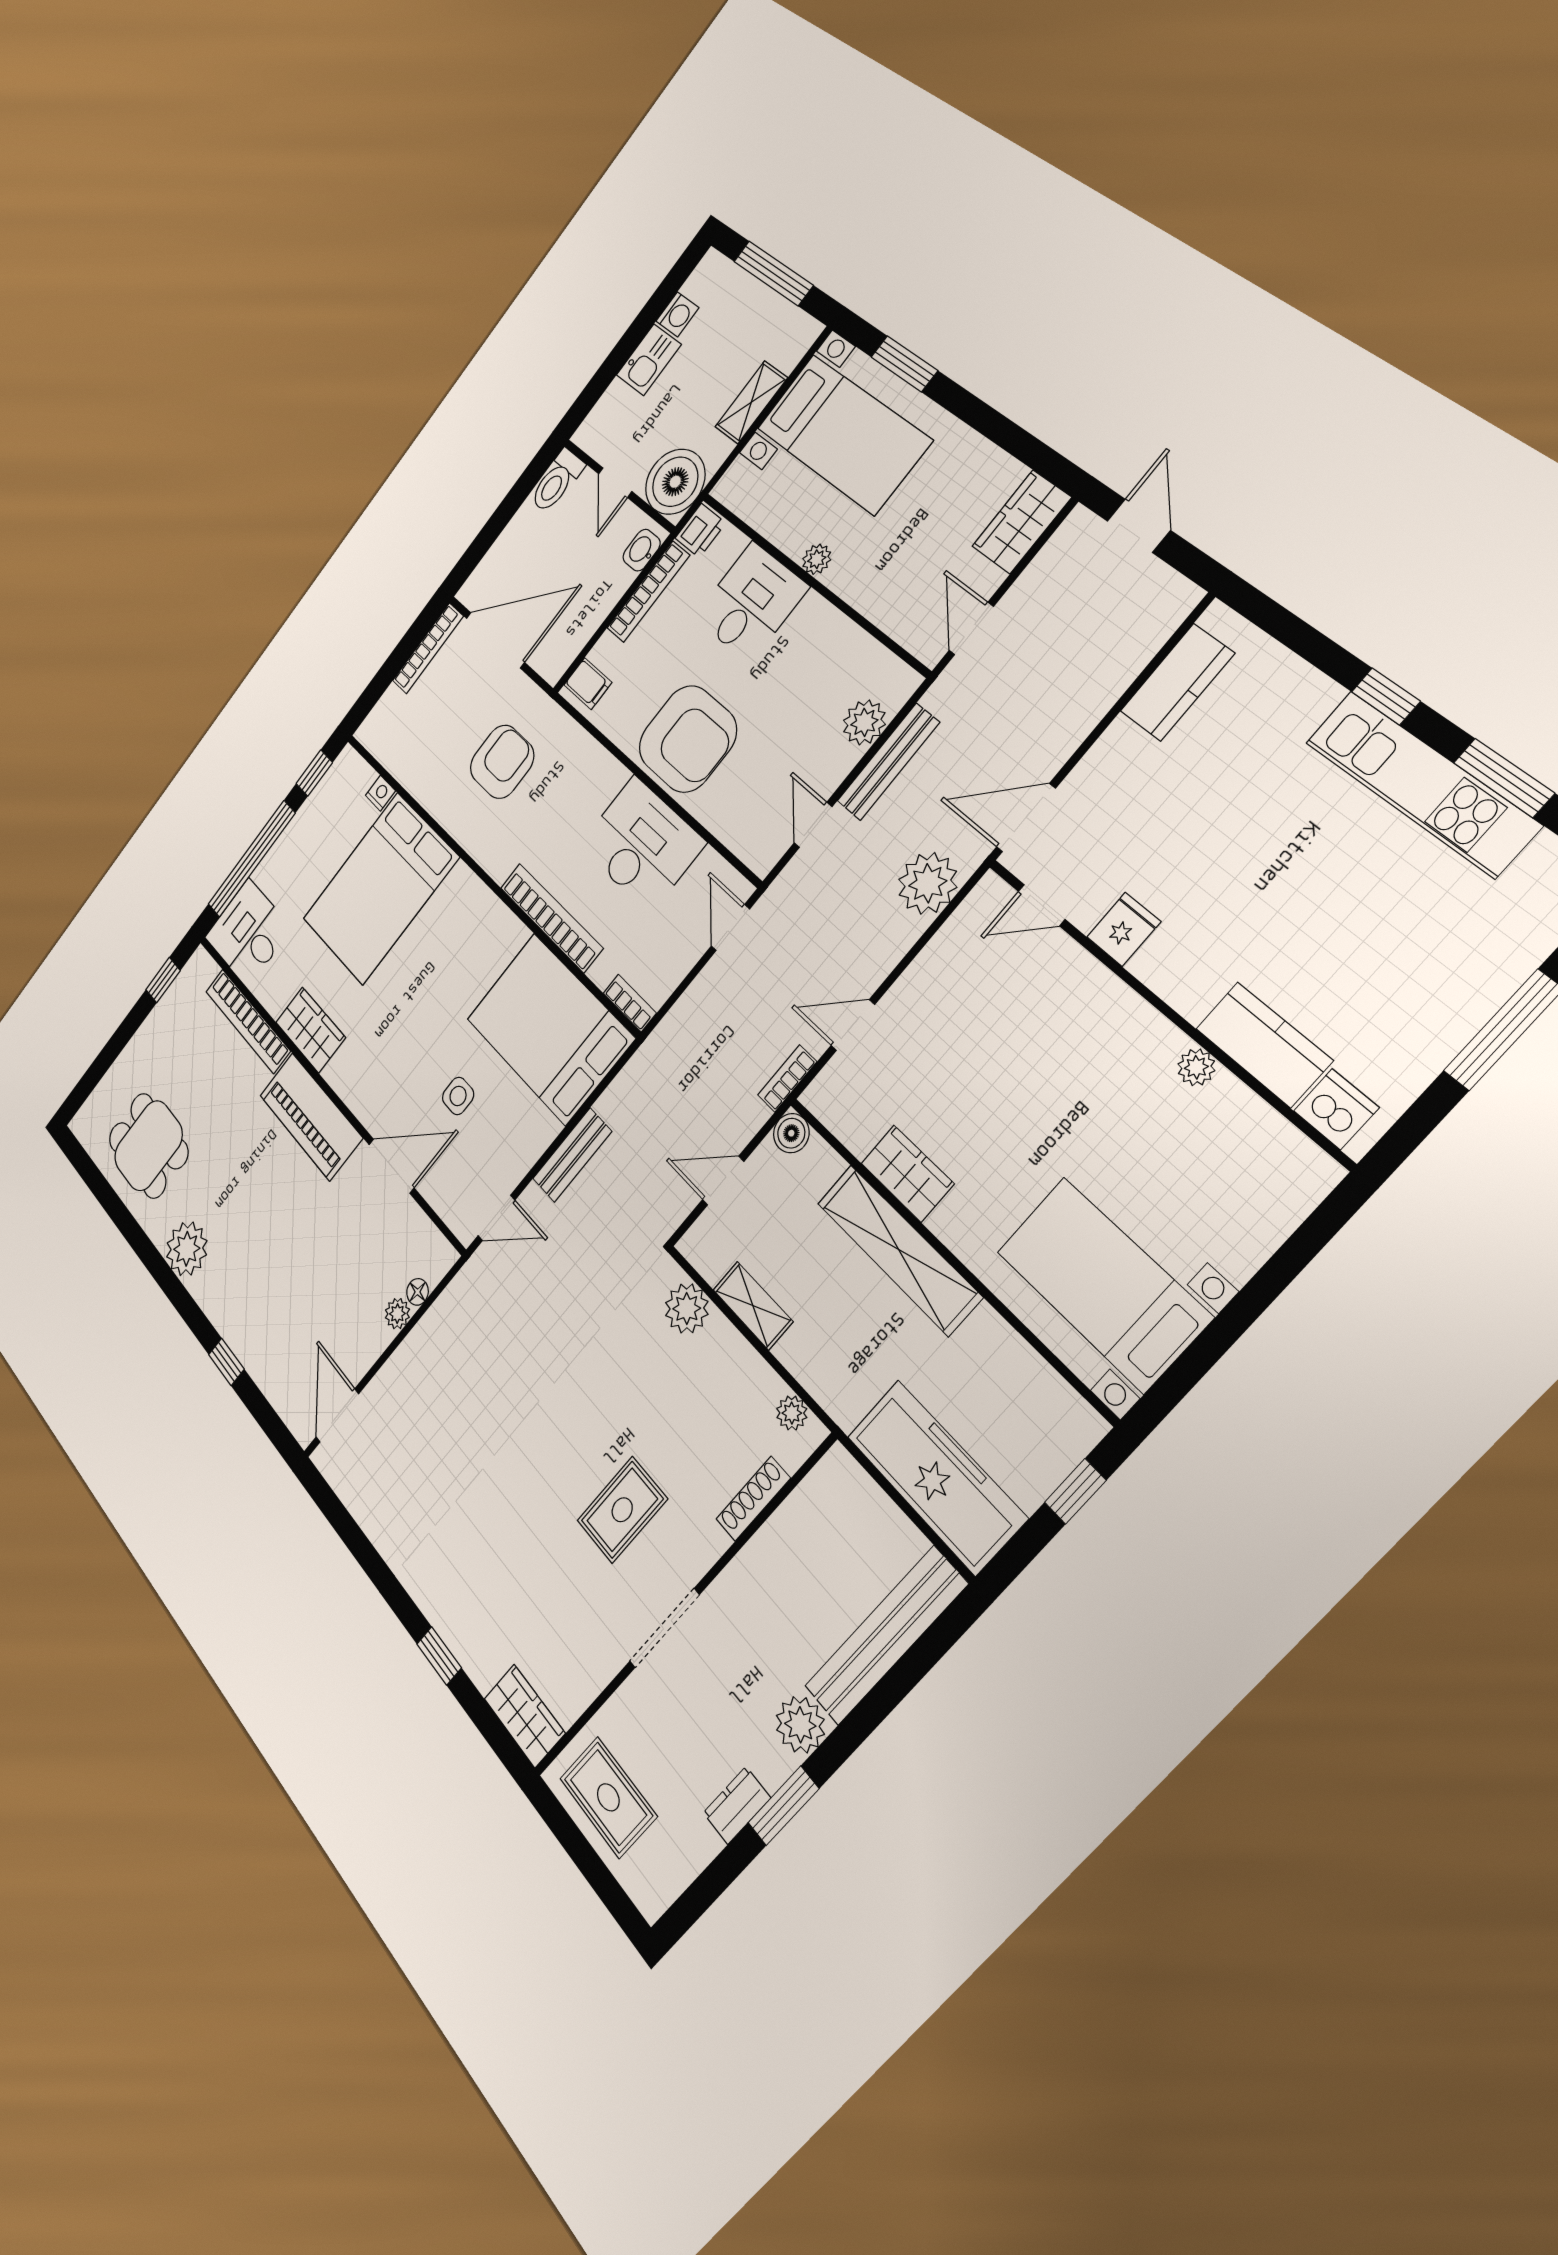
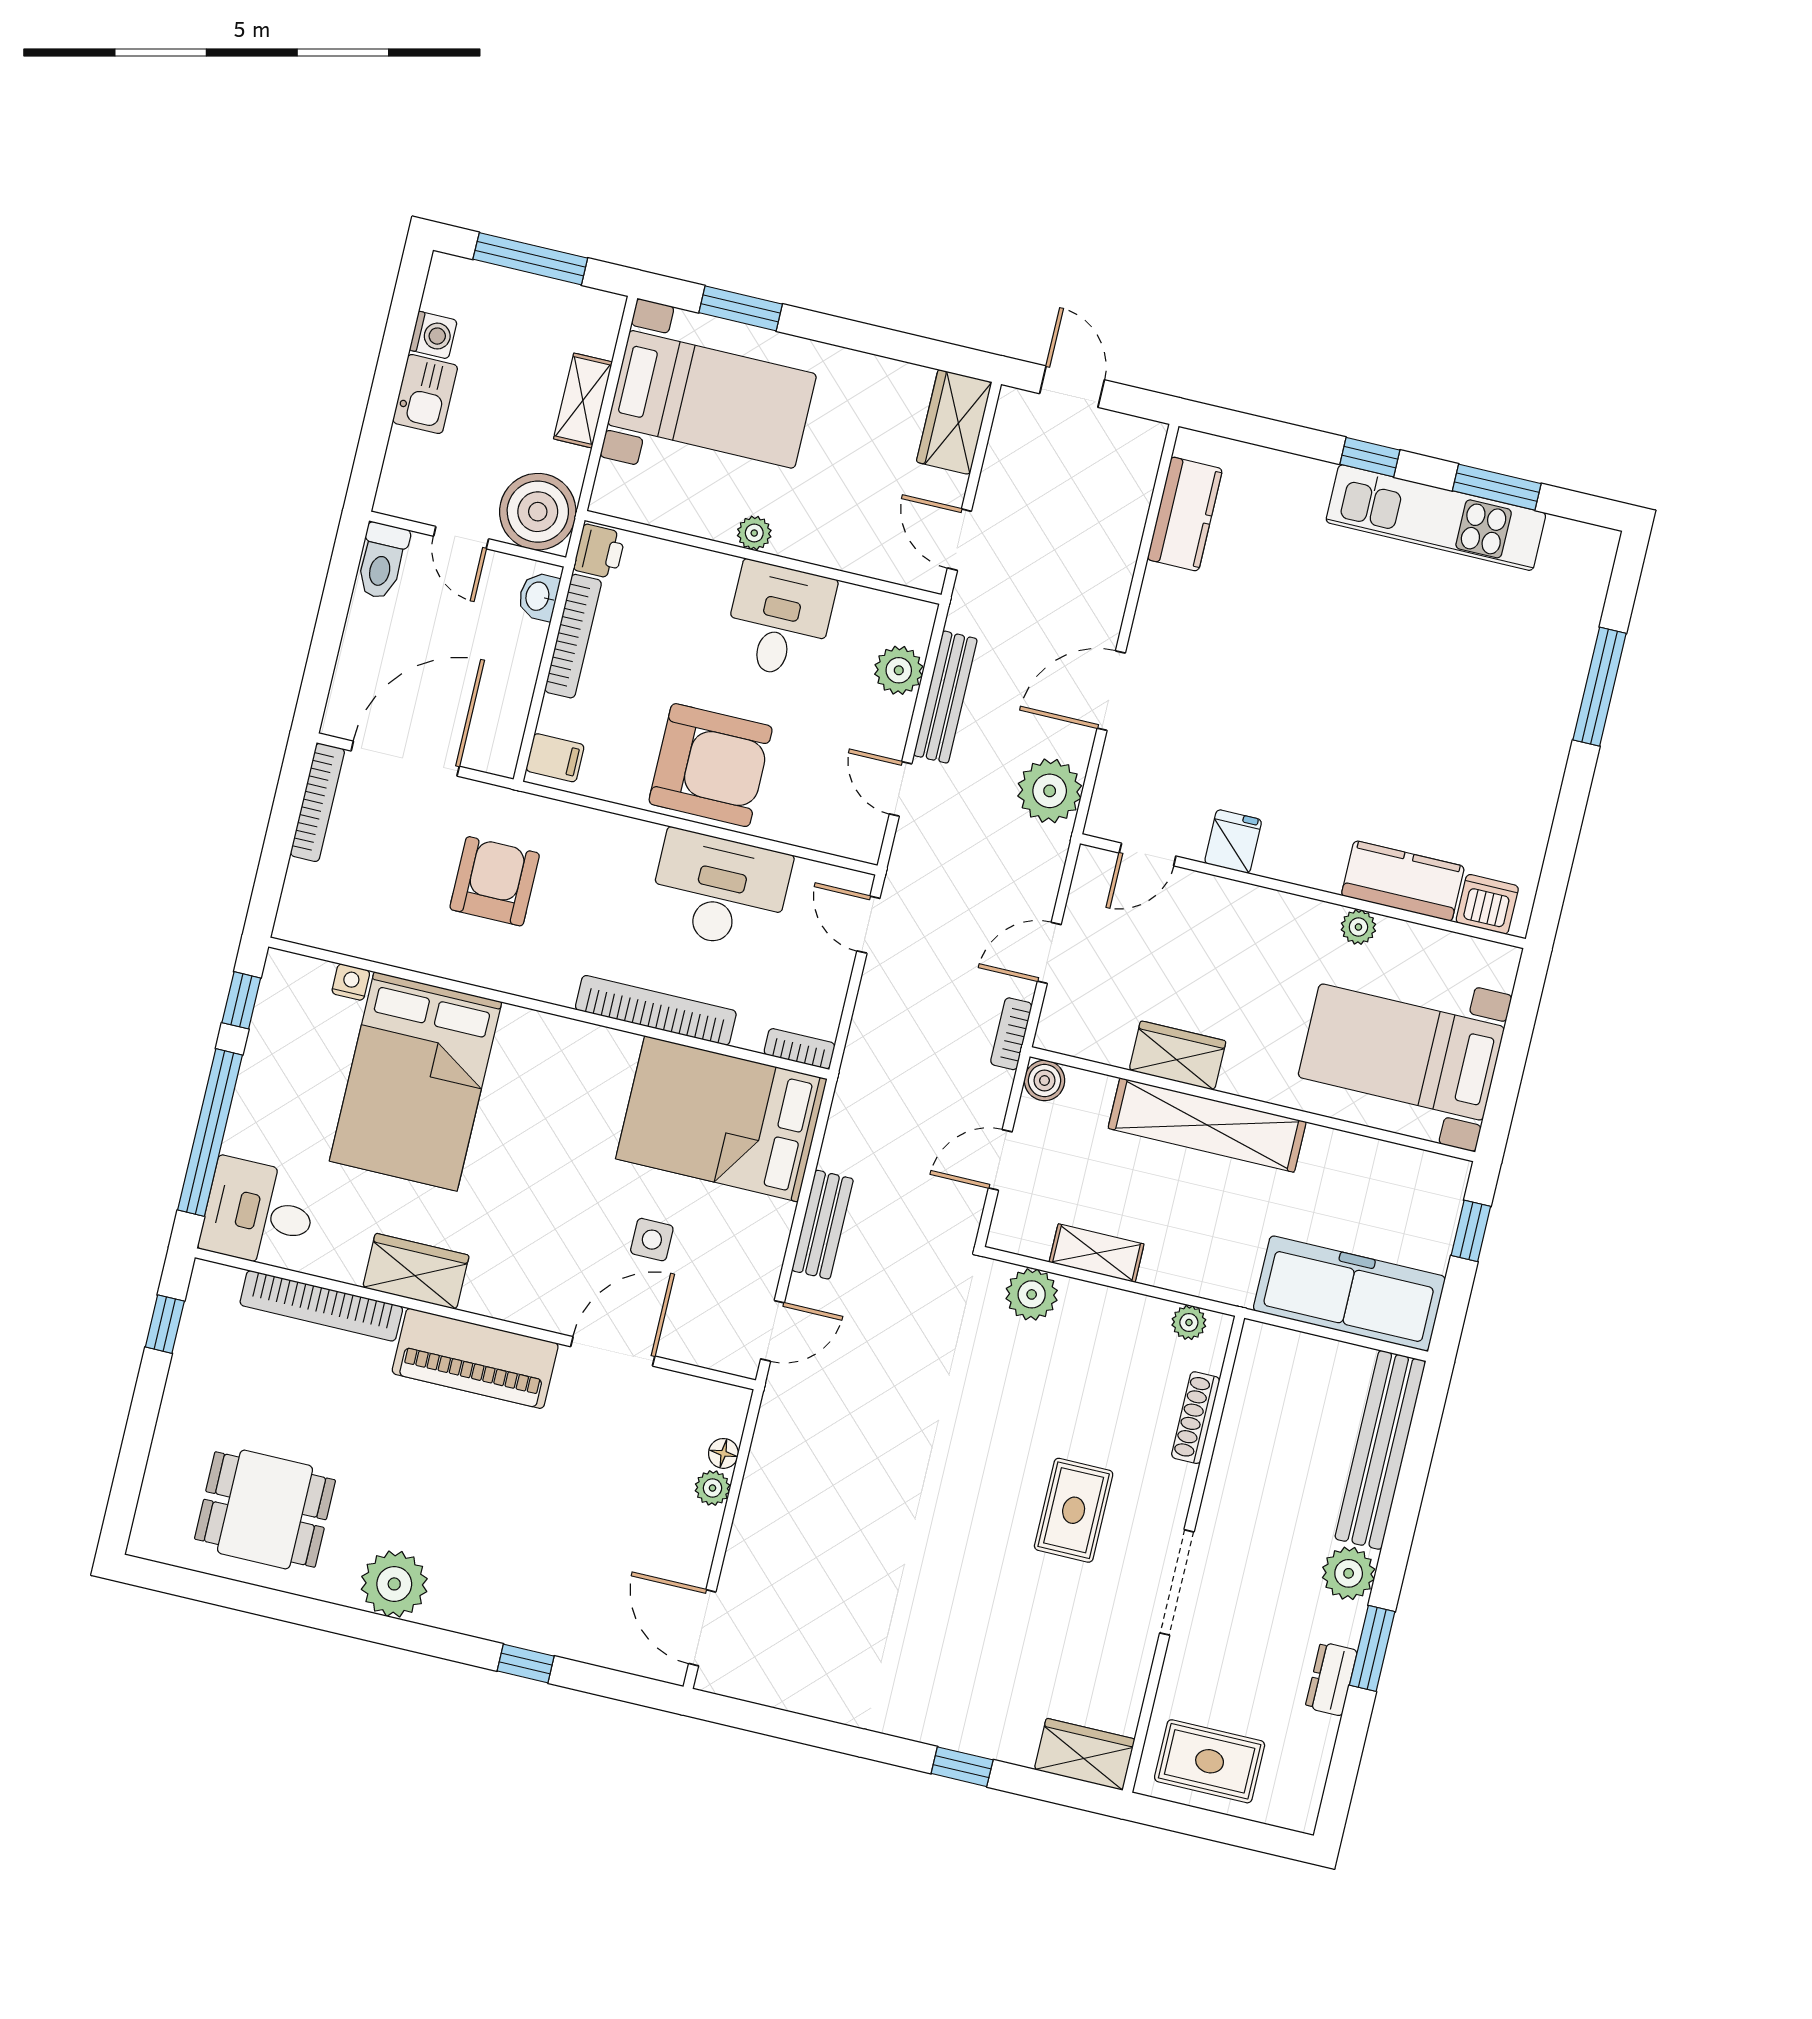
desk: (751, 602) -> (779, 620), moved
door: (1042, 905) -> (1148, 854), moved
fridge: (1124, 929) -> (1233, 841), moved
wall: (1162, 1007) -> (1303, 891), moved
kitchen counter: (1264, 1044) -> (1403, 881), moved
plant: (1196, 1067) -> (1358, 927), moved
dishwasher: (1336, 1109) -> (1487, 904), moved

